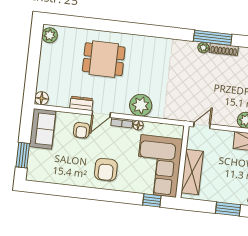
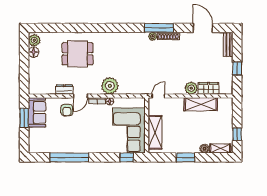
floor lamp: (42, 98) -> (34, 52), moved
window: (23, 155) -> (24, 118), moved
armchair: (106, 170) -> (89, 138), removed
window: (78, 192) -> (69, 157), added

